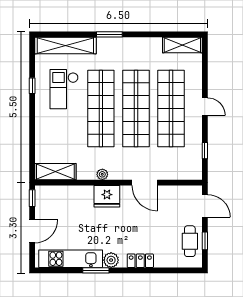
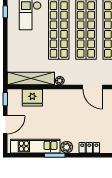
shelving: (55, 172) -> (31, 79), width x1.47
fridge: (107, 196) -> (32, 98), moved

